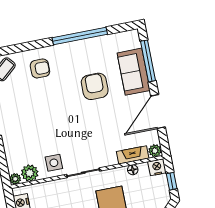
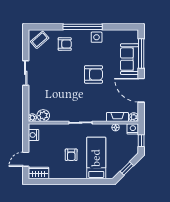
window: (80, 36) -> (83, 27), moved
armchair: (95, 86) -> (94, 74), moved, turned 90
door: (158, 111) -> (141, 90), hinge flipped
side table: (54, 163) -> (97, 37), moved

